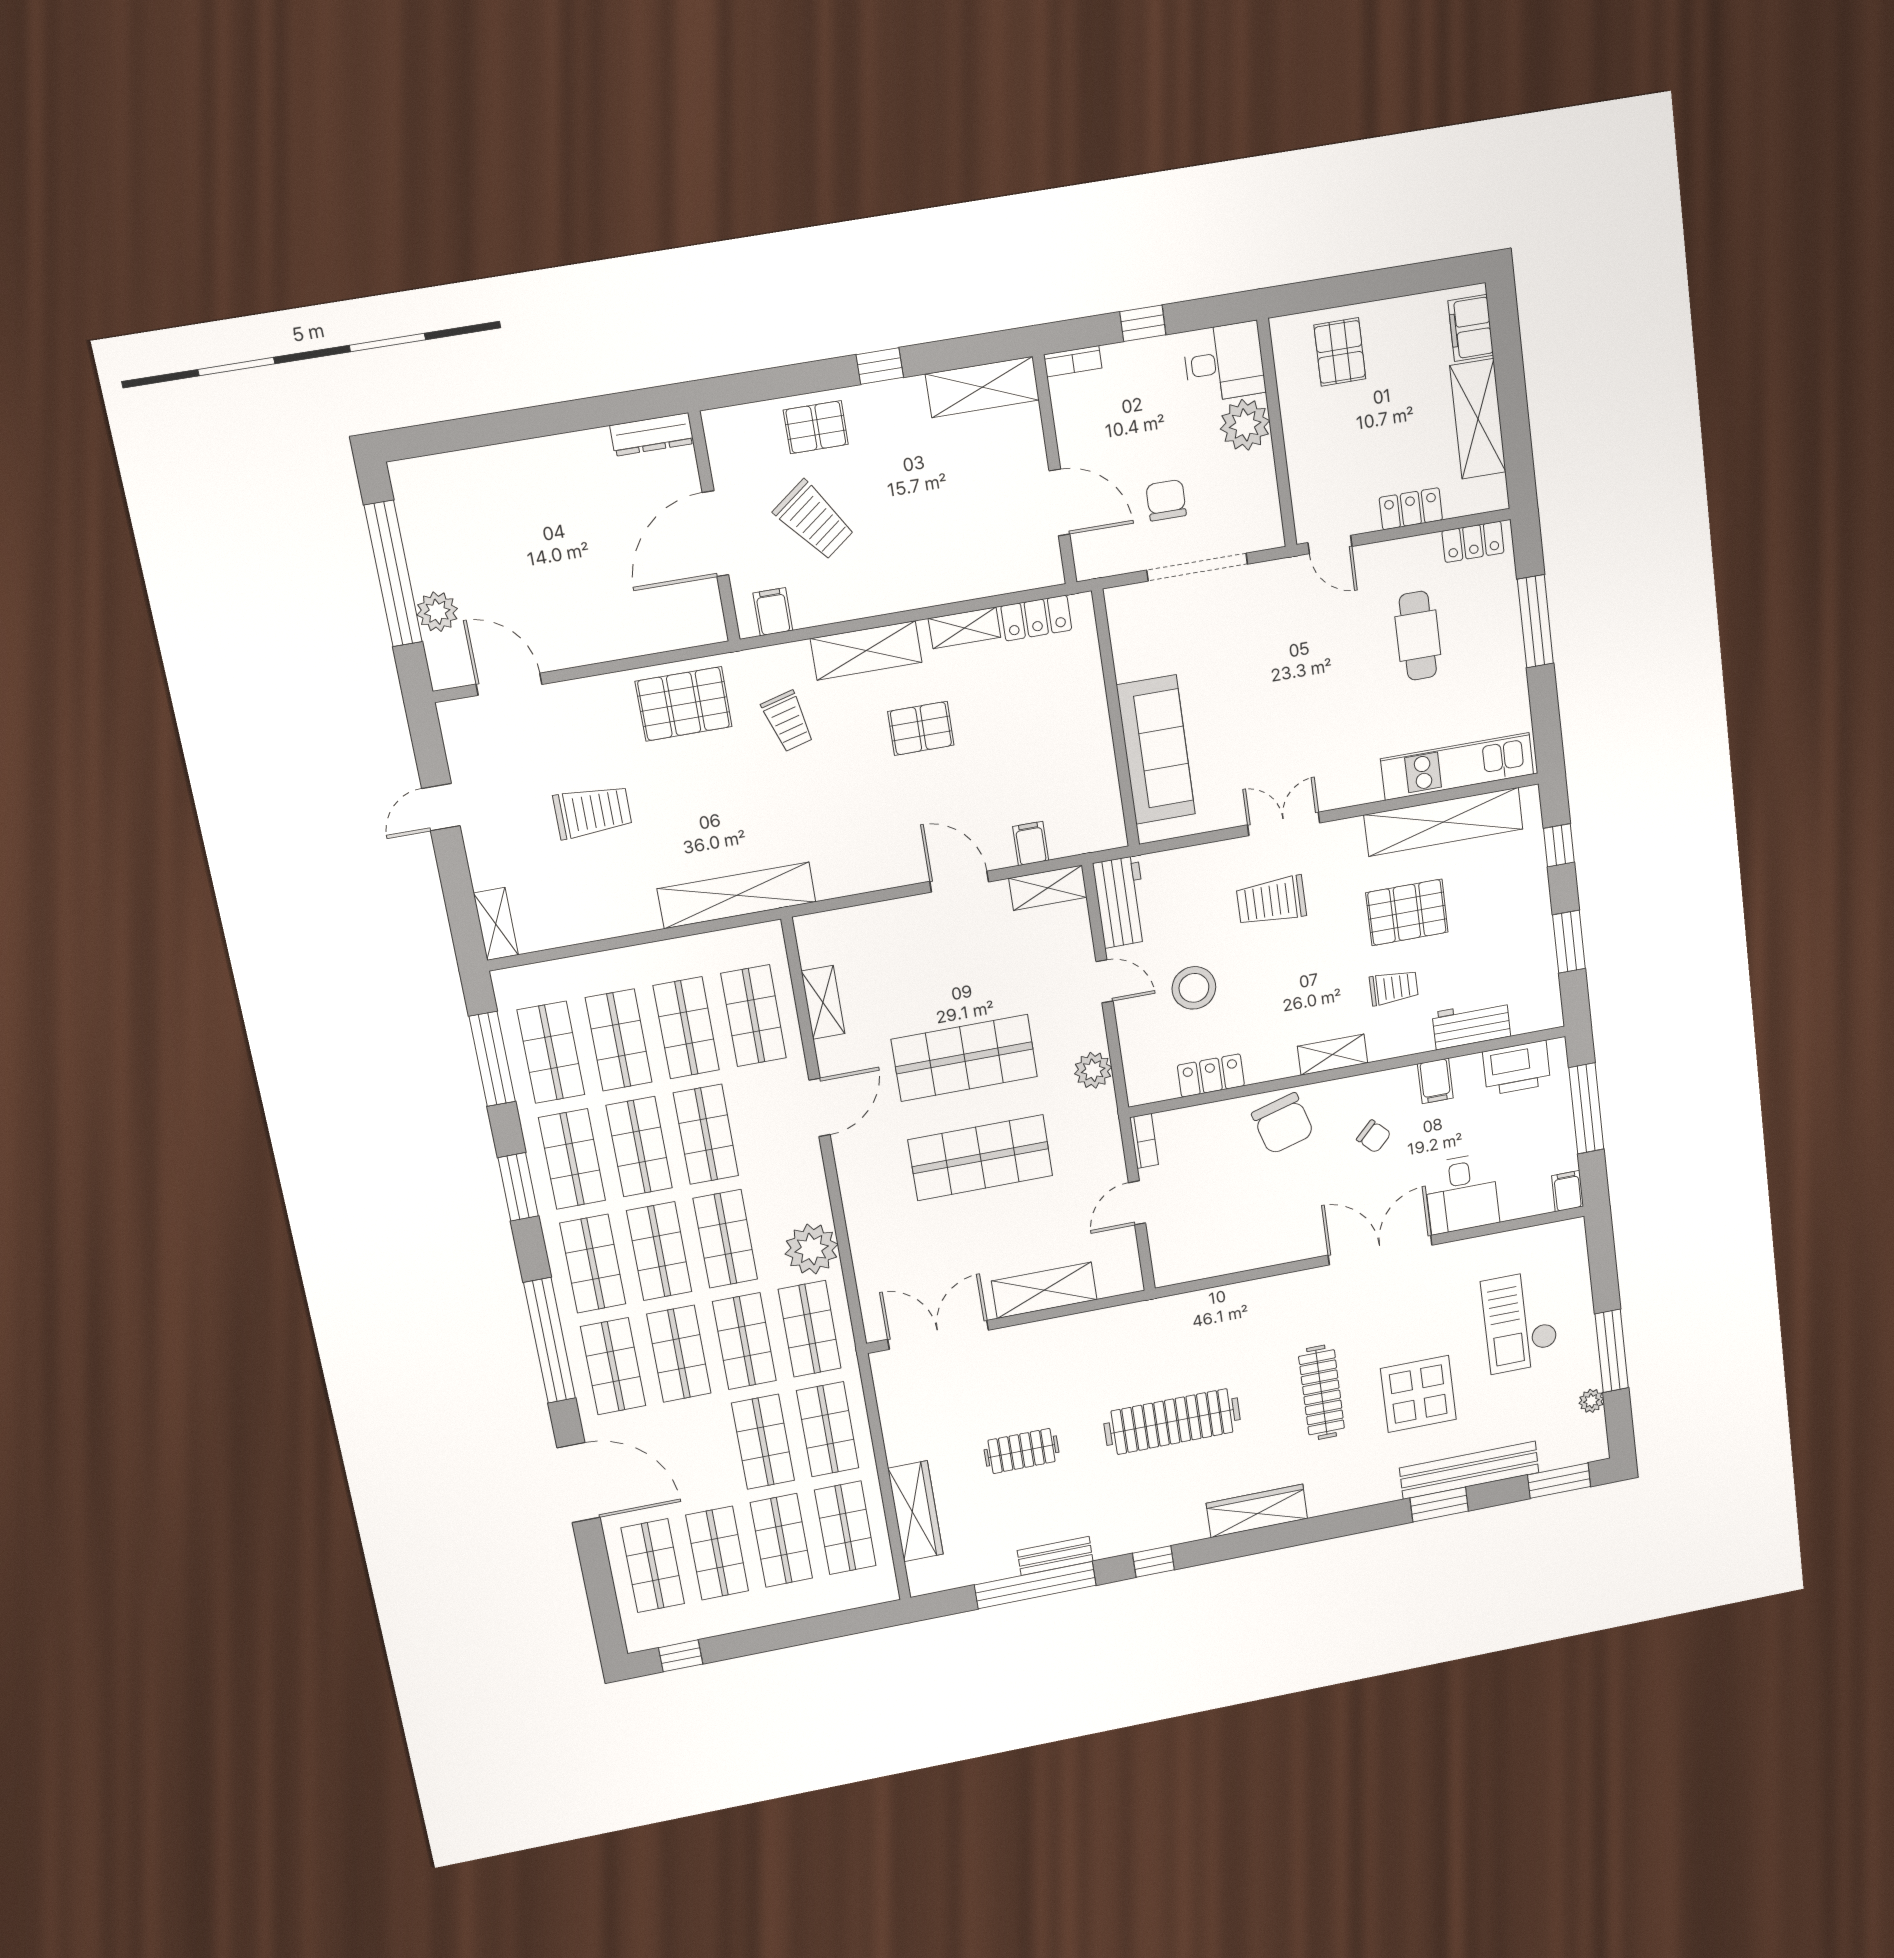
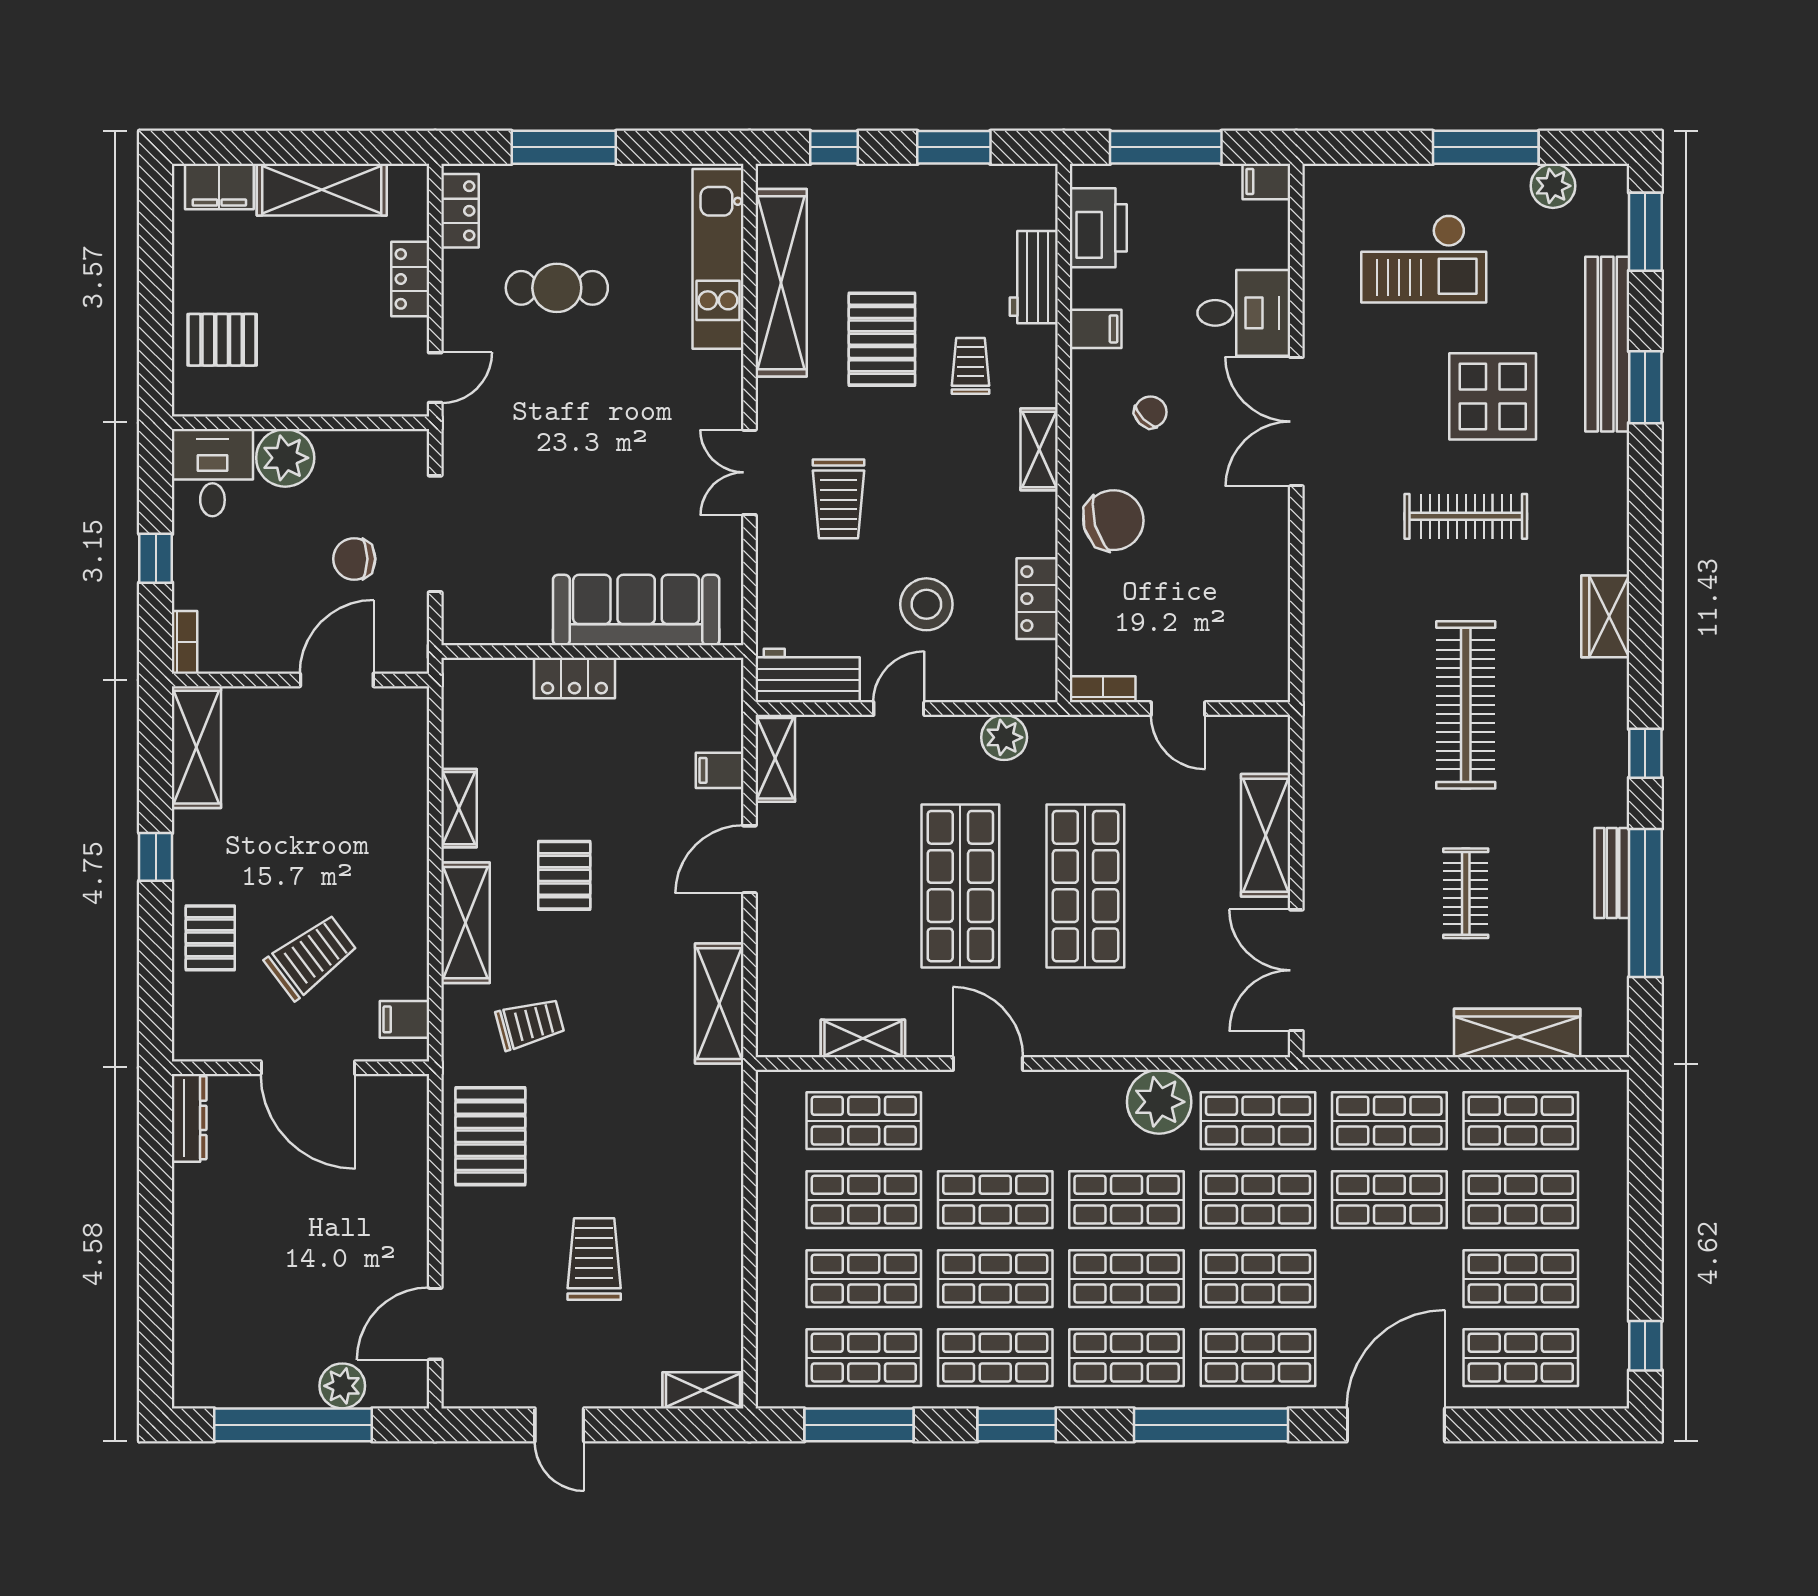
locker: (1036, 618) -> (574, 678), moved, turned 90
shelving: (737, 895) -> (719, 1004), moved, width x0.68
plant: (1591, 1401) -> (1553, 186), width x1.38, depth x1.38
wardrobe: (1257, 1511) -> (1605, 616), width x0.67

